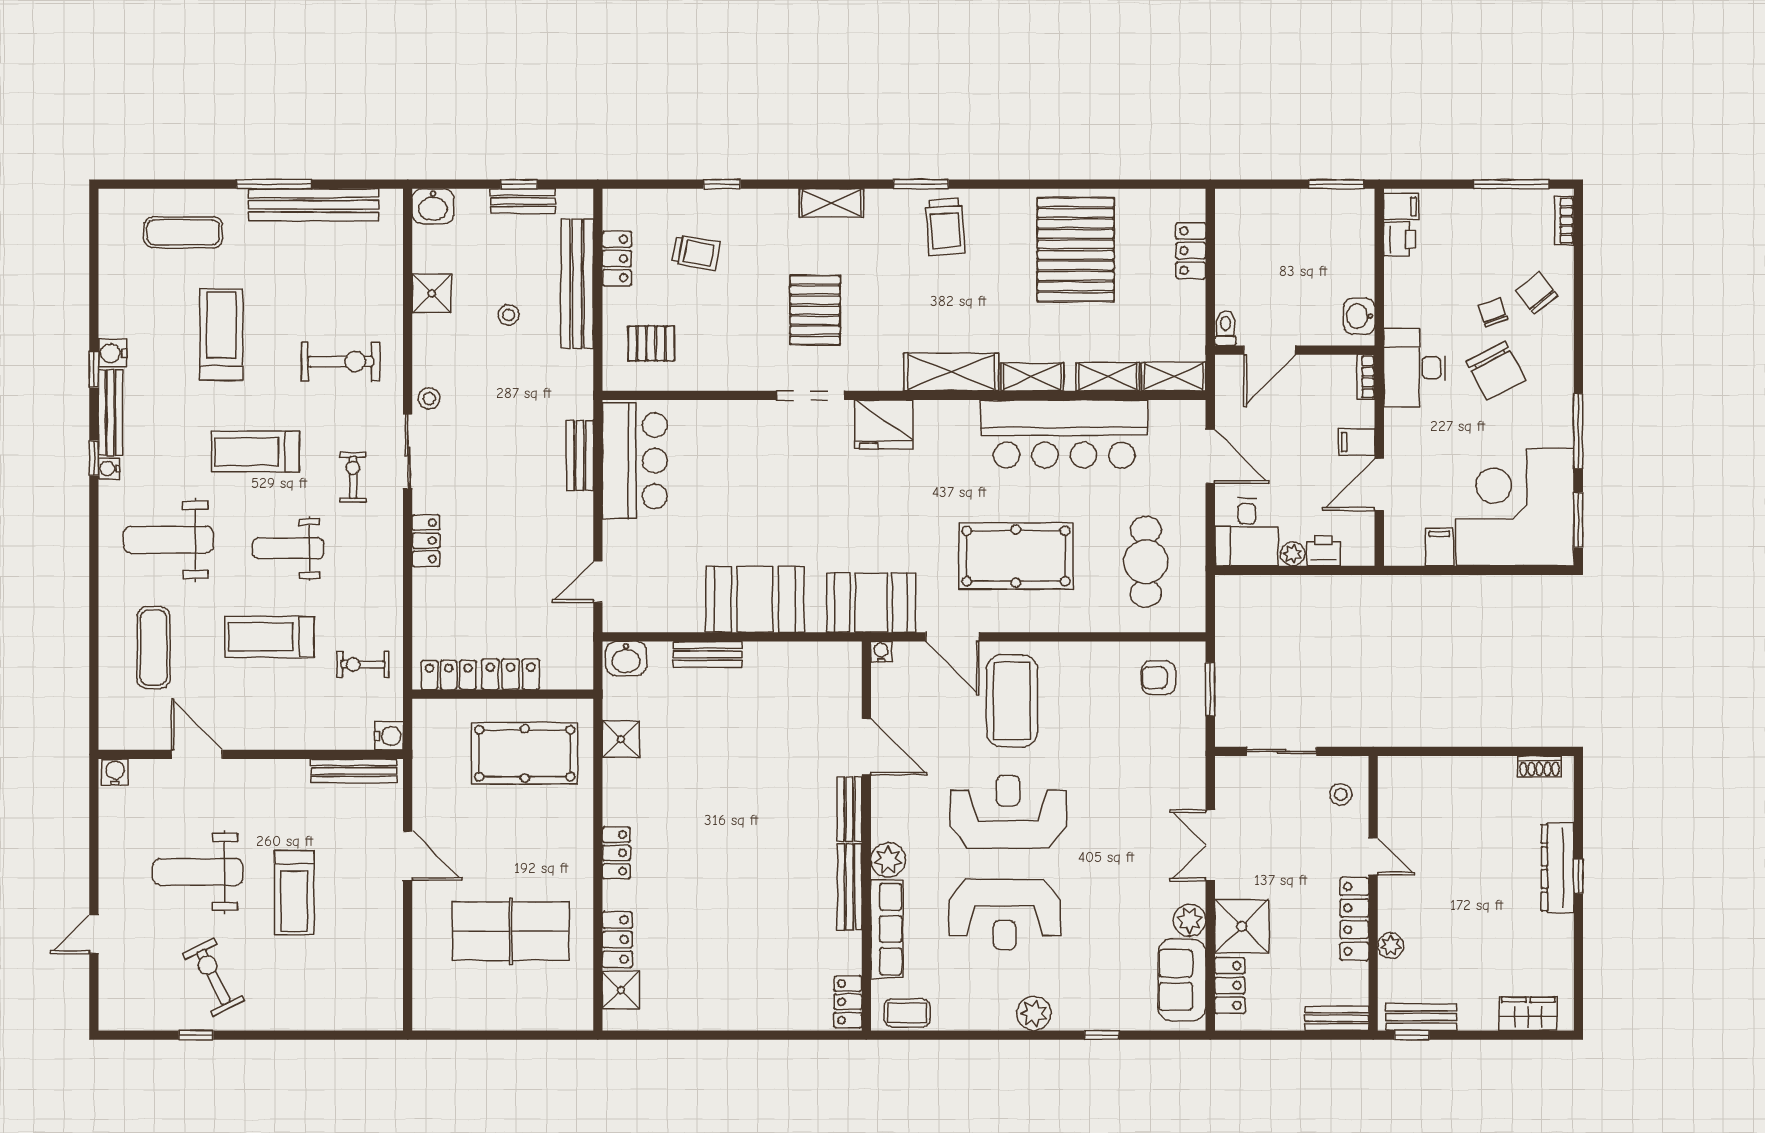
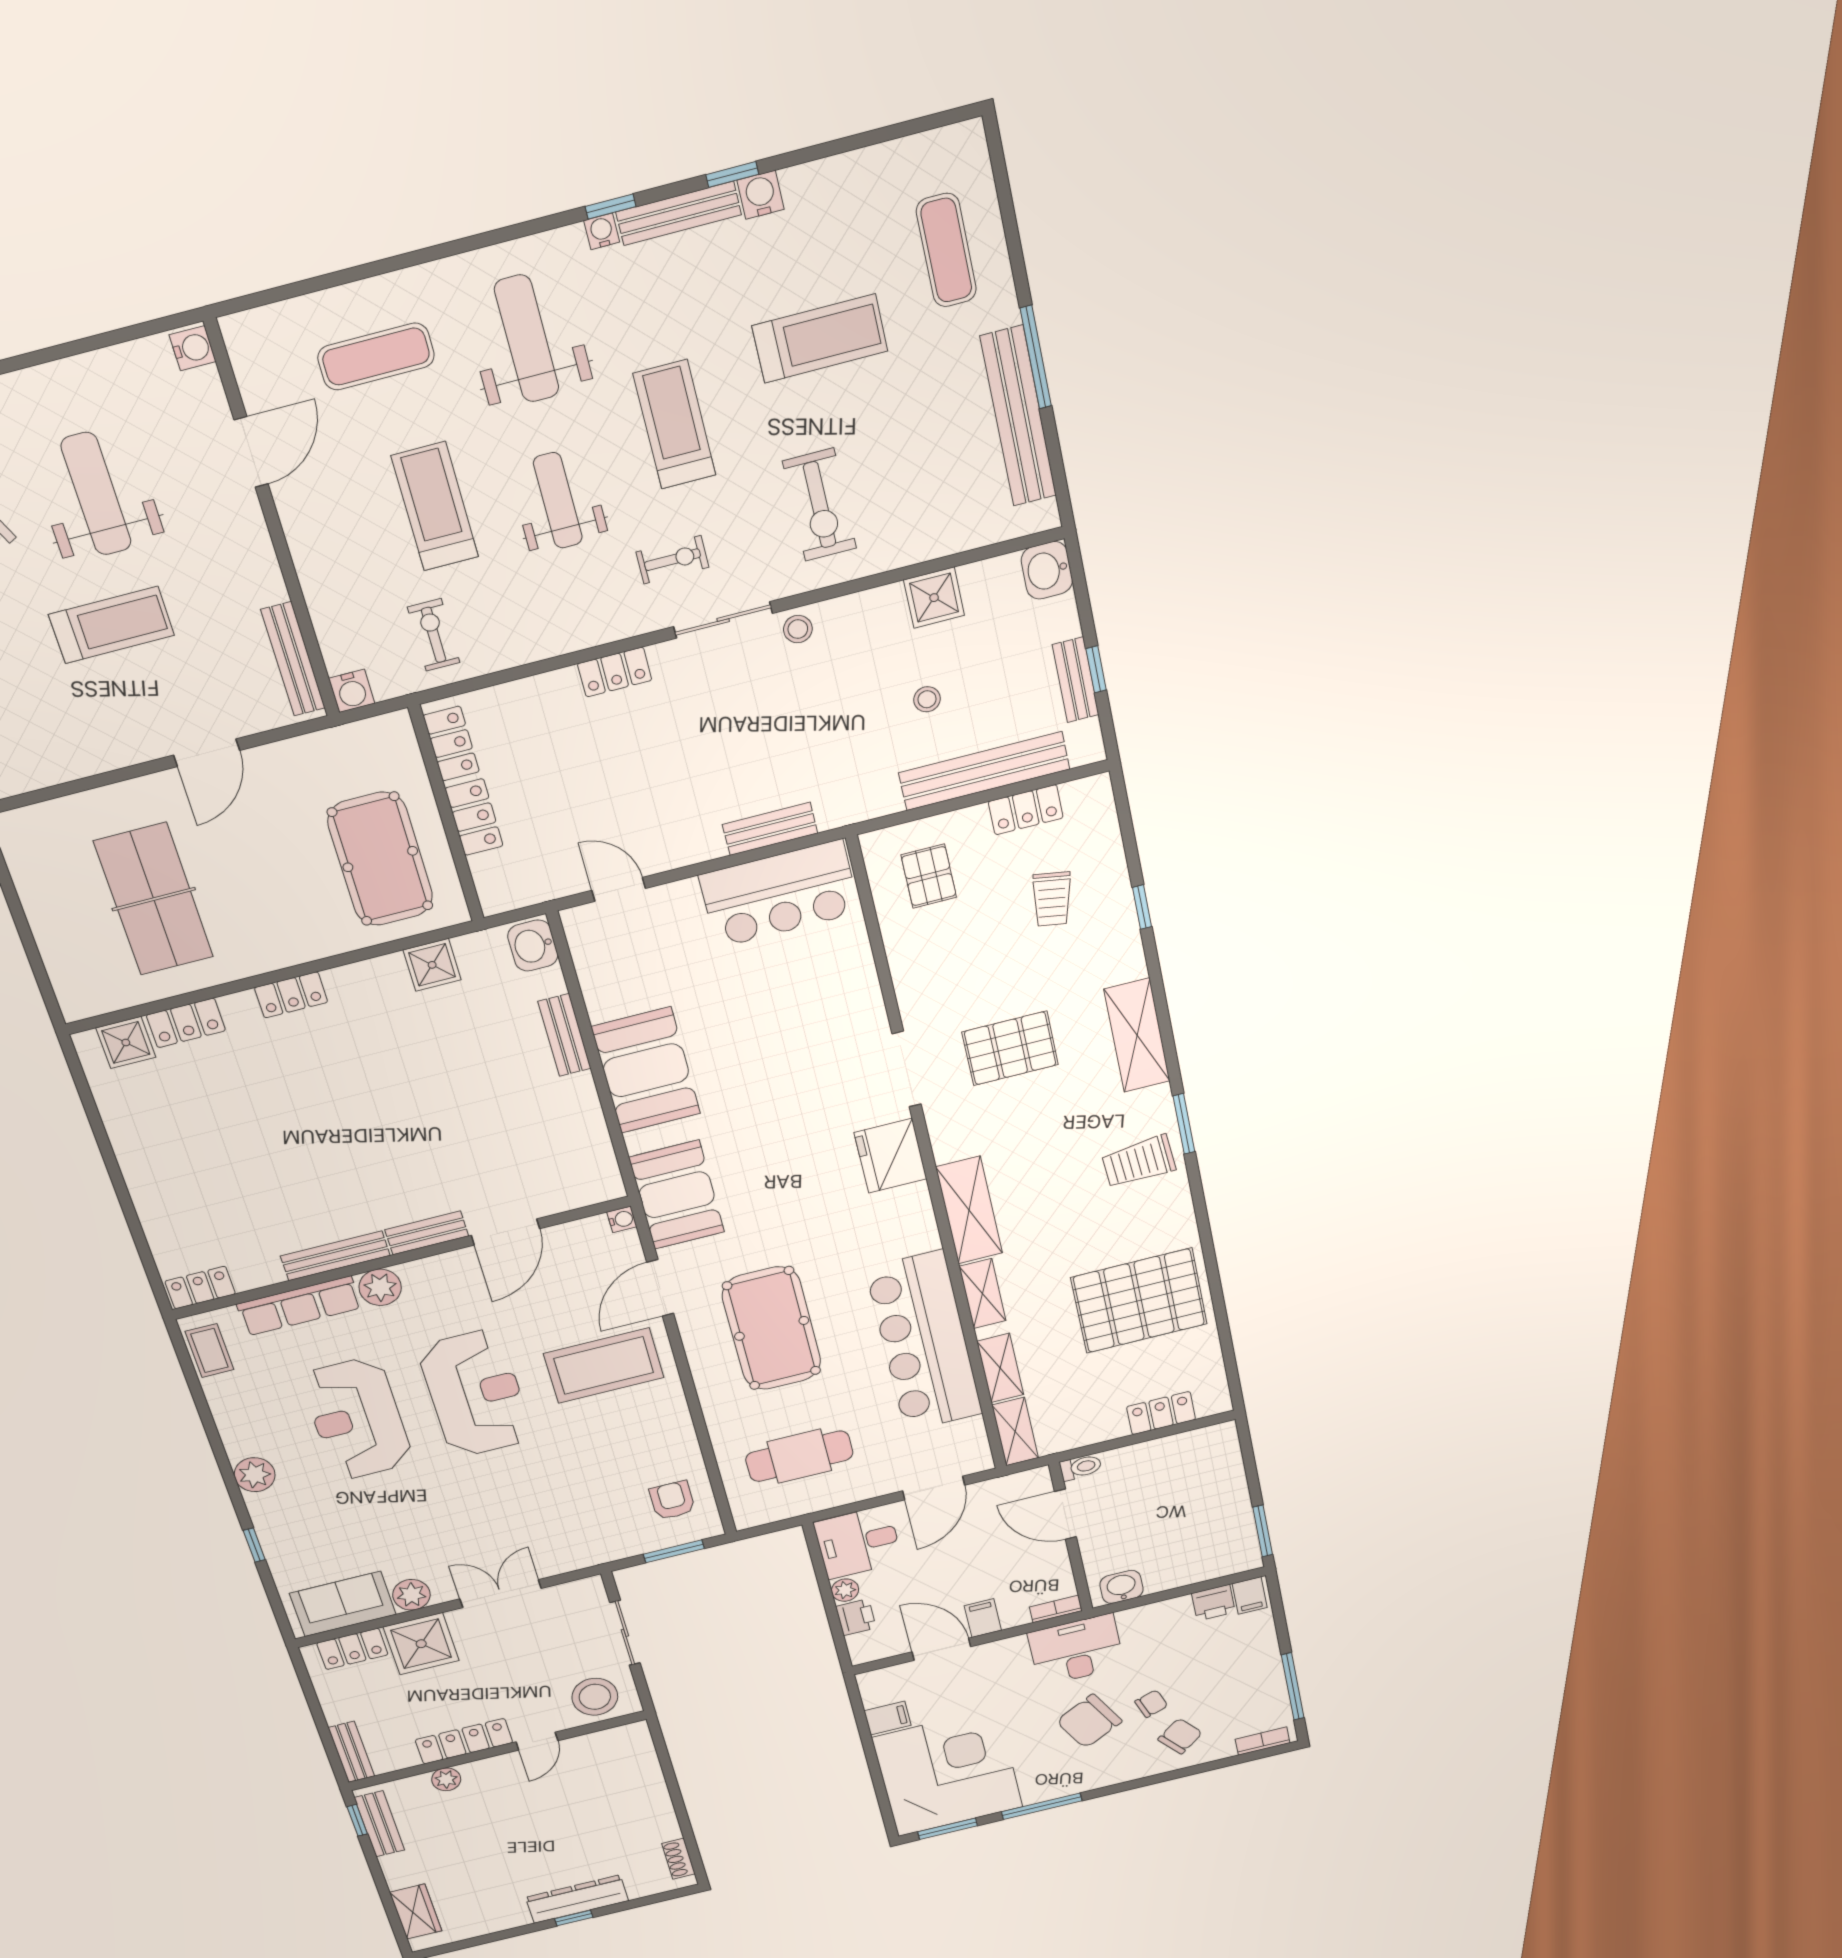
shelving: (831, 203) -> (1137, 1035), width x1.50, depth x1.33
stool: (1341, 794) -> (595, 1697), width x1.89, depth x1.89
treadmill: (294, 893) -> (111, 625), turned 180

